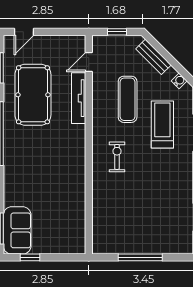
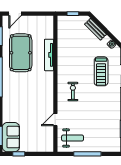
door: (89, 62) -> (55, 120), moved
exercise mat: (128, 99) -> (79, 56), removed
treadmill: (162, 125) -> (101, 71), turned 180
weight bench: (116, 232) -> (73, 138), added

